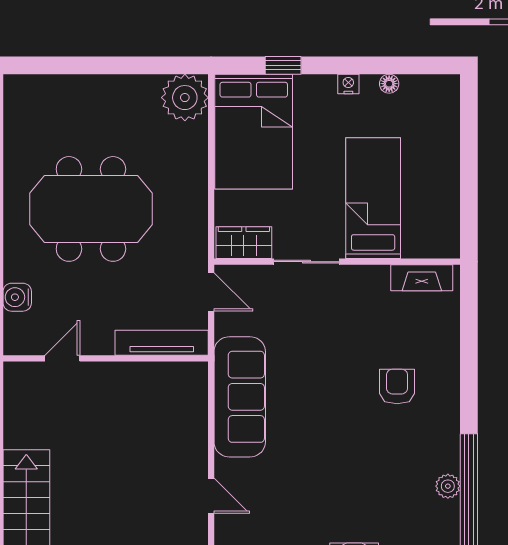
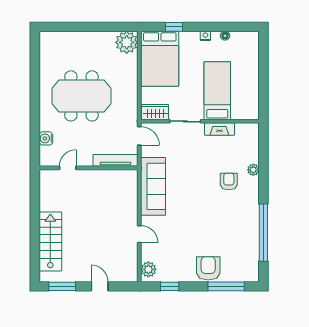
fireplace: (422, 278) -> (219, 129), moved
plant: (448, 486) -> (253, 170), moved

